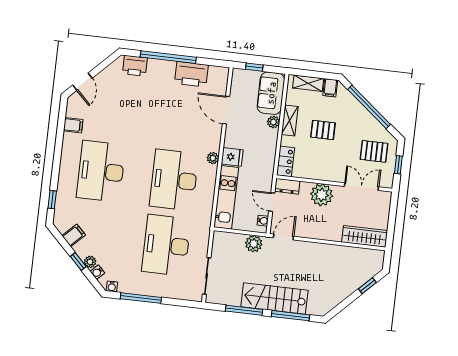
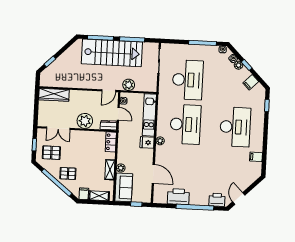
door: (82, 82) -> (239, 198), moved
pallet: (323, 130) -> (68, 173), moved
stairs: (274, 298) -> (112, 53), width x1.36, depth x1.51

